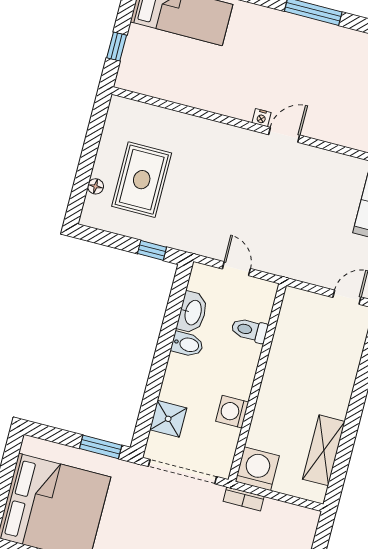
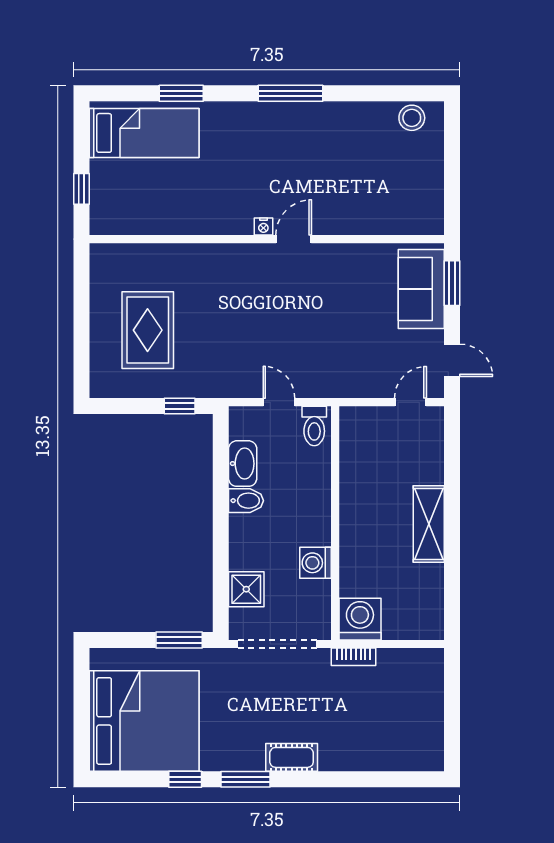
floor lamp: (96, 186) -> (98, 351), removed
toilet: (249, 330) -> (314, 426), moved, turned -90
shelving: (324, 450) -> (429, 524), moved

